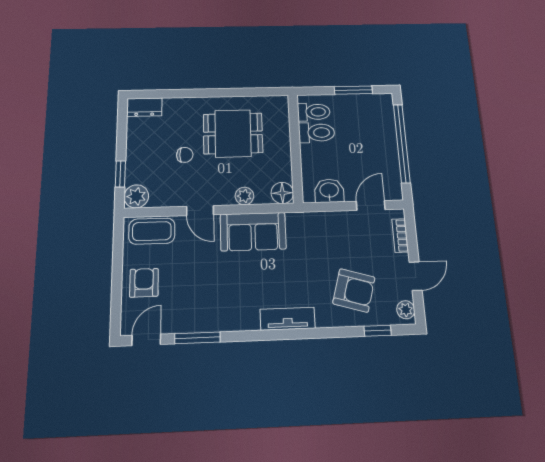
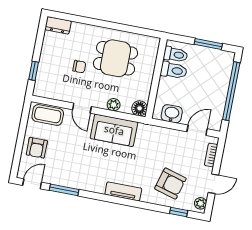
plant: (136, 196) -> (42, 89), removed
armchair: (144, 283) -> (37, 148), turned 180

